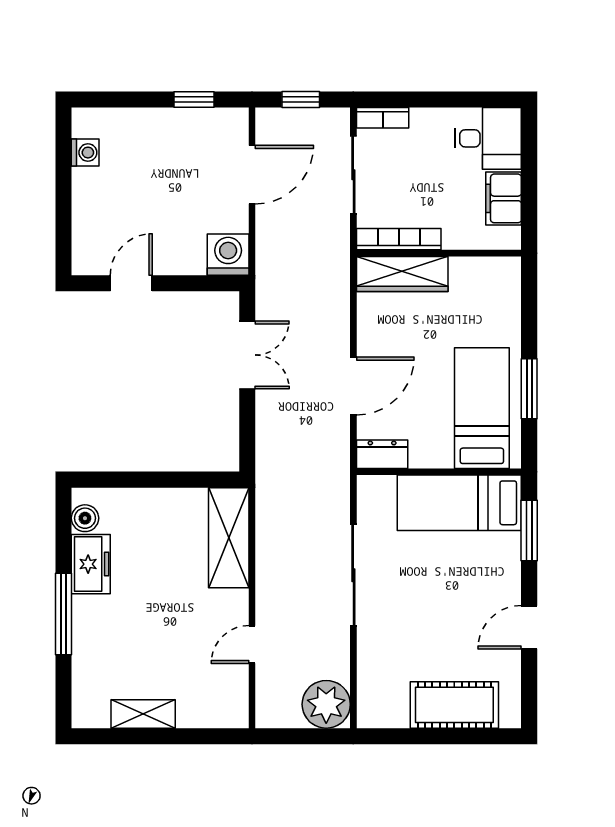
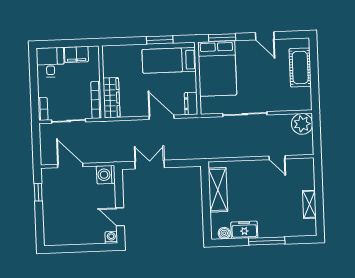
window: (301, 100) -> (36, 145), removed
washing machine: (85, 153) -> (111, 237), moved
bed: (459, 503) -> (217, 68), width x1.50
shelving: (229, 538) -> (218, 190), moved, turned 90

